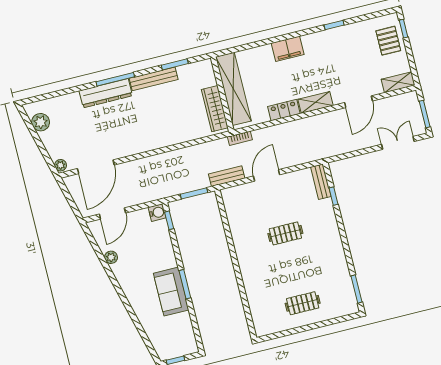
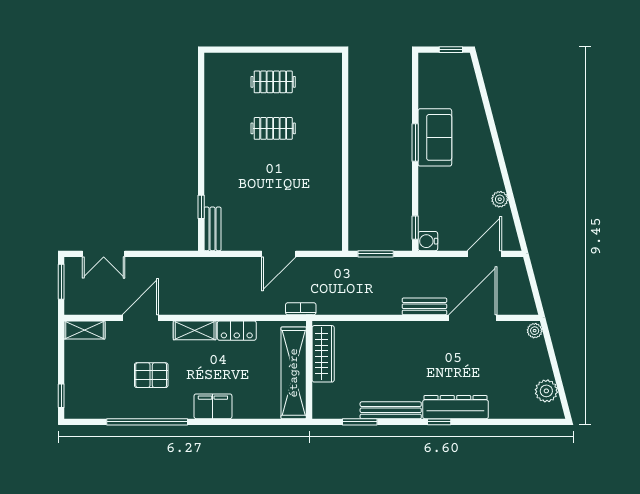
window: (334, 25) -> (147, 422), width x3.17
pallet: (388, 41) -> (151, 375), moved, turned 90
window: (115, 79) -> (439, 422), width x0.46
door: (96, 167) -> (473, 318), moved
bench: (227, 176) -> (424, 306), moved
clothes rail: (285, 233) -> (273, 128), moved
window: (356, 289) -> (201, 83), removed

